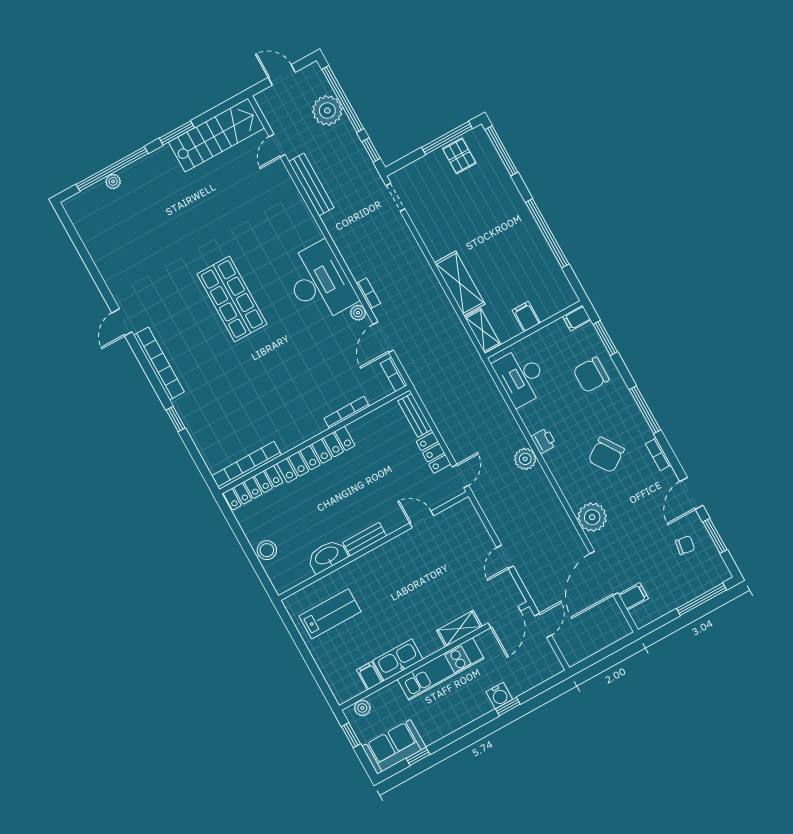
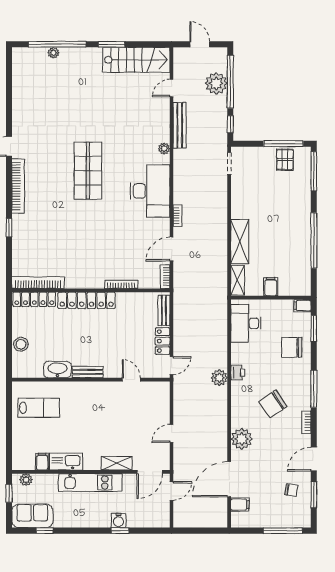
plant: (358, 313) -> (164, 149), moved

